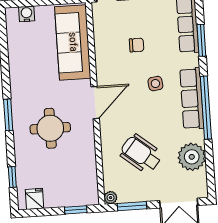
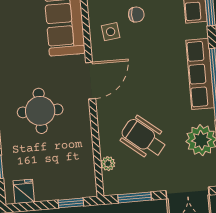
side table: (155, 84) -> (111, 32), moved
plant: (111, 198) -> (108, 164), moved

